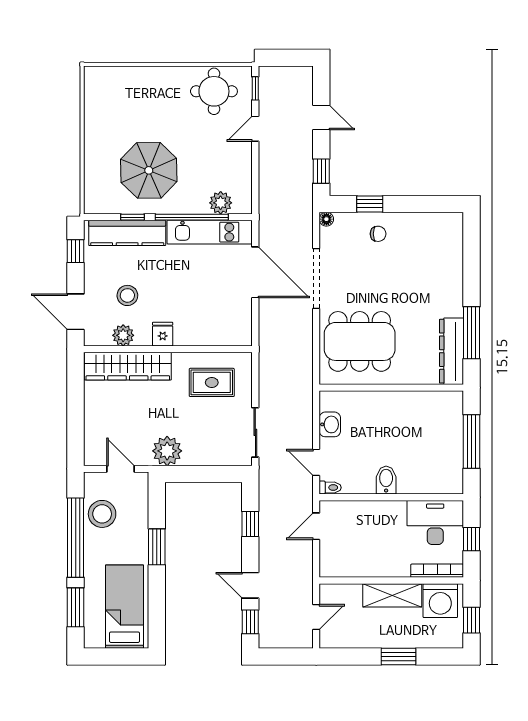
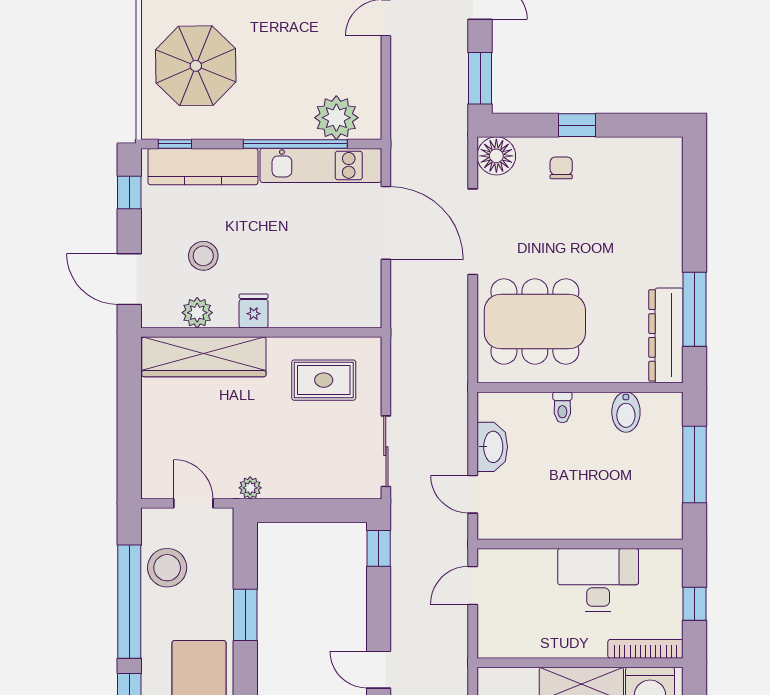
parasol: (149, 170) -> (196, 66), moved
window: (321, 171) -> (480, 78), width x1.50
plant: (221, 203) -> (336, 118), width x1.36, depth x1.36
window: (370, 204) -> (577, 125), moved
window: (132, 217) -> (175, 144), moved
floor lamp: (326, 219) -> (496, 156), width x1.89, depth x1.89
chair: (378, 234) -> (561, 168), turned -90
washbasin: (330, 424) -> (492, 447), width x1.38
plant: (167, 451) -> (250, 488), width x0.53, depth x0.53
bidet: (386, 480) -> (626, 412), moved, turned 180
toilet: (330, 488) -> (562, 407), moved, turned 90
desk: (435, 522) -> (598, 580), moved
window: (250, 524) -> (379, 548), moved

